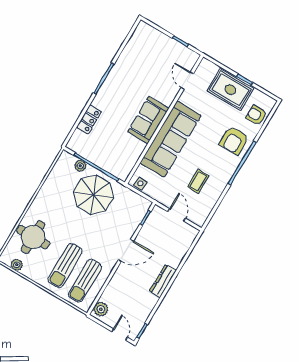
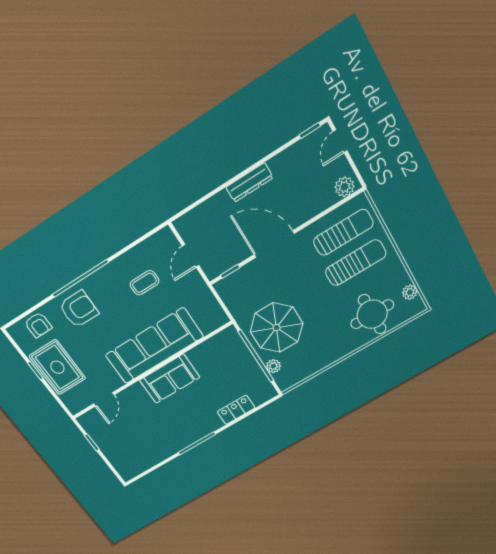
side table: (140, 184) -> (215, 314), removed
door: (126, 250) -> (274, 244), width x1.36

